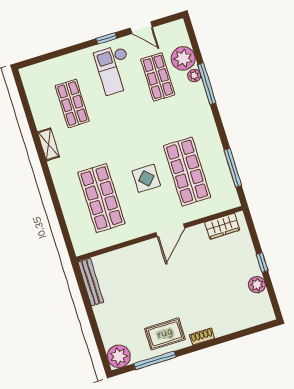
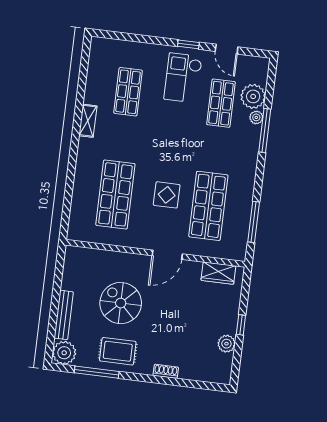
bench: (91, 282) -> (64, 315), moved
spiral stairs: (149, 291) -> (121, 303), added
shoe rack: (202, 337) -> (166, 371), moved

